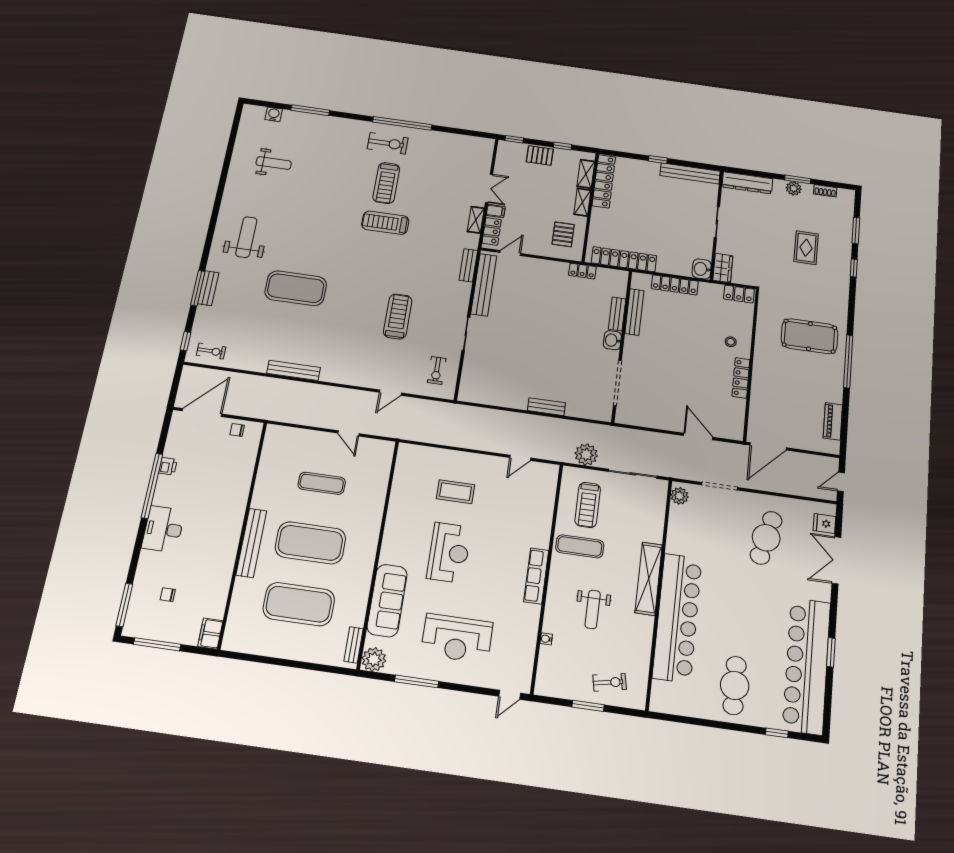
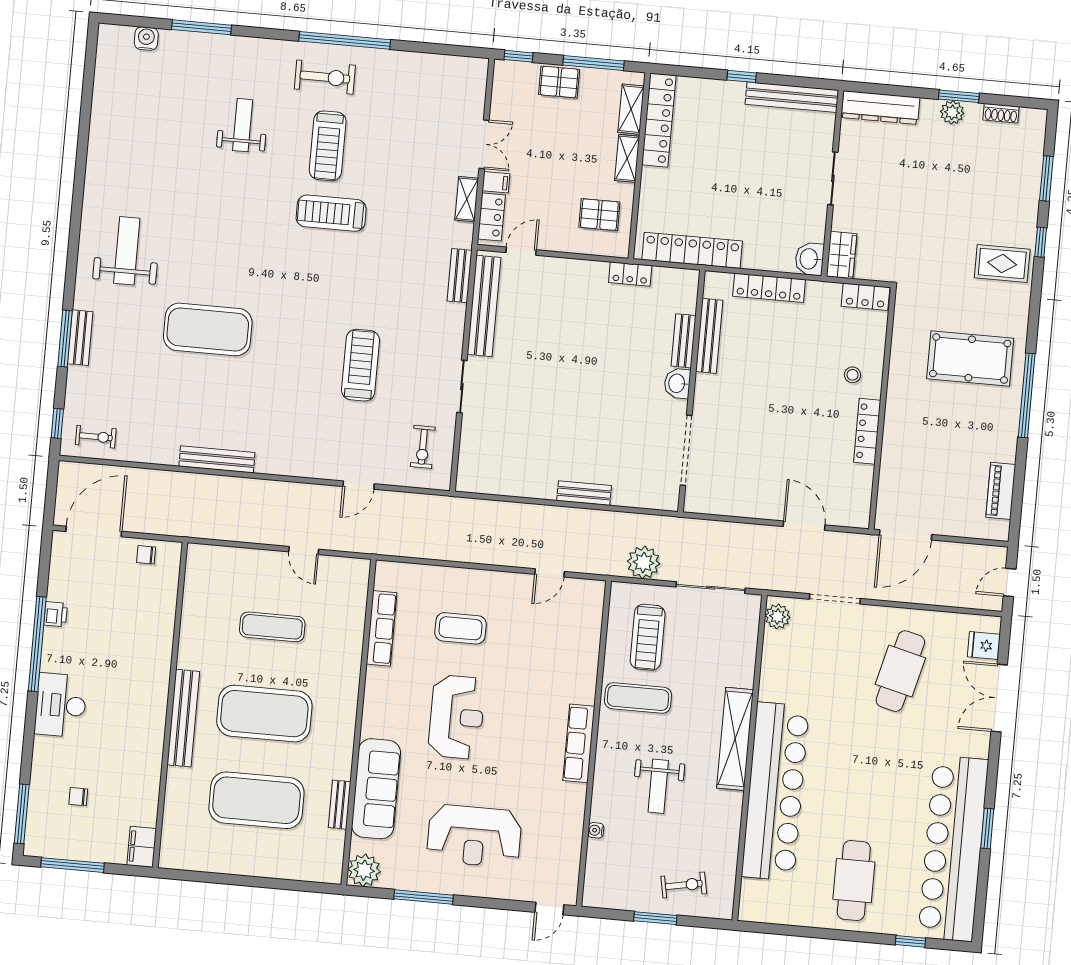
window: (562, 146) -> (594, 63), width x2.17
weight bench: (274, 163) -> (243, 125), moved, turned -90
pallet: (563, 234) -> (599, 215), turned 90
rug: (806, 248) -> (1002, 264), moved, turned 90
row of seats: (399, 489) -> (382, 628), added
bench: (354, 645) -> (340, 805), moved

